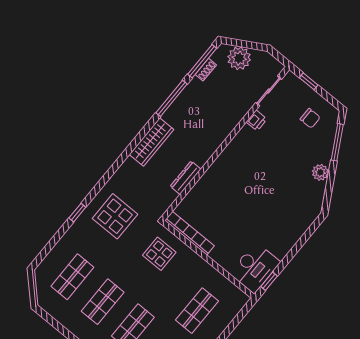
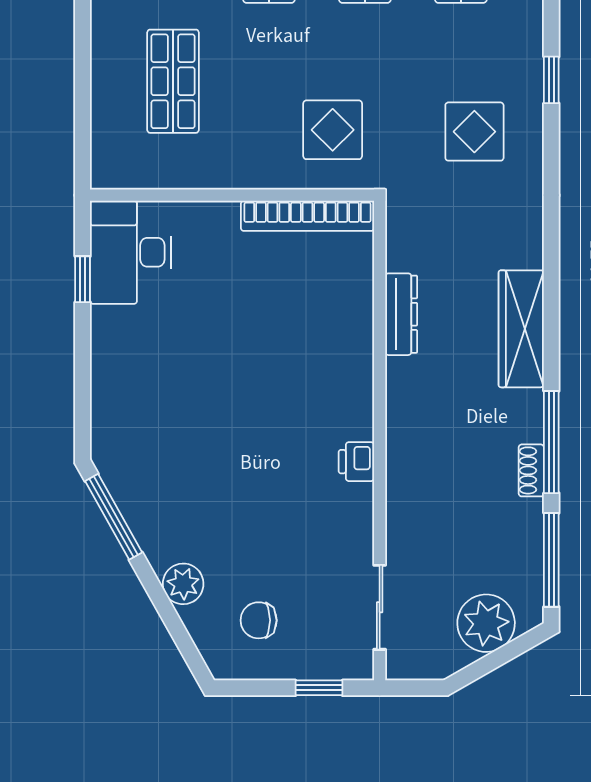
shoe rack: (206, 70) -> (531, 470), moved
printer: (257, 120) -> (356, 462), moved
window: (337, 142) -> (114, 517), moved
plant: (320, 172) -> (183, 584), moved
display table: (115, 216) -> (474, 132), width x0.73, depth x0.73
window: (269, 281) -> (83, 279), moved

